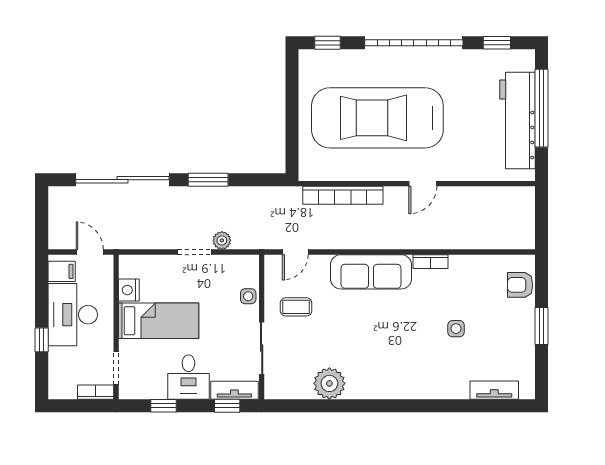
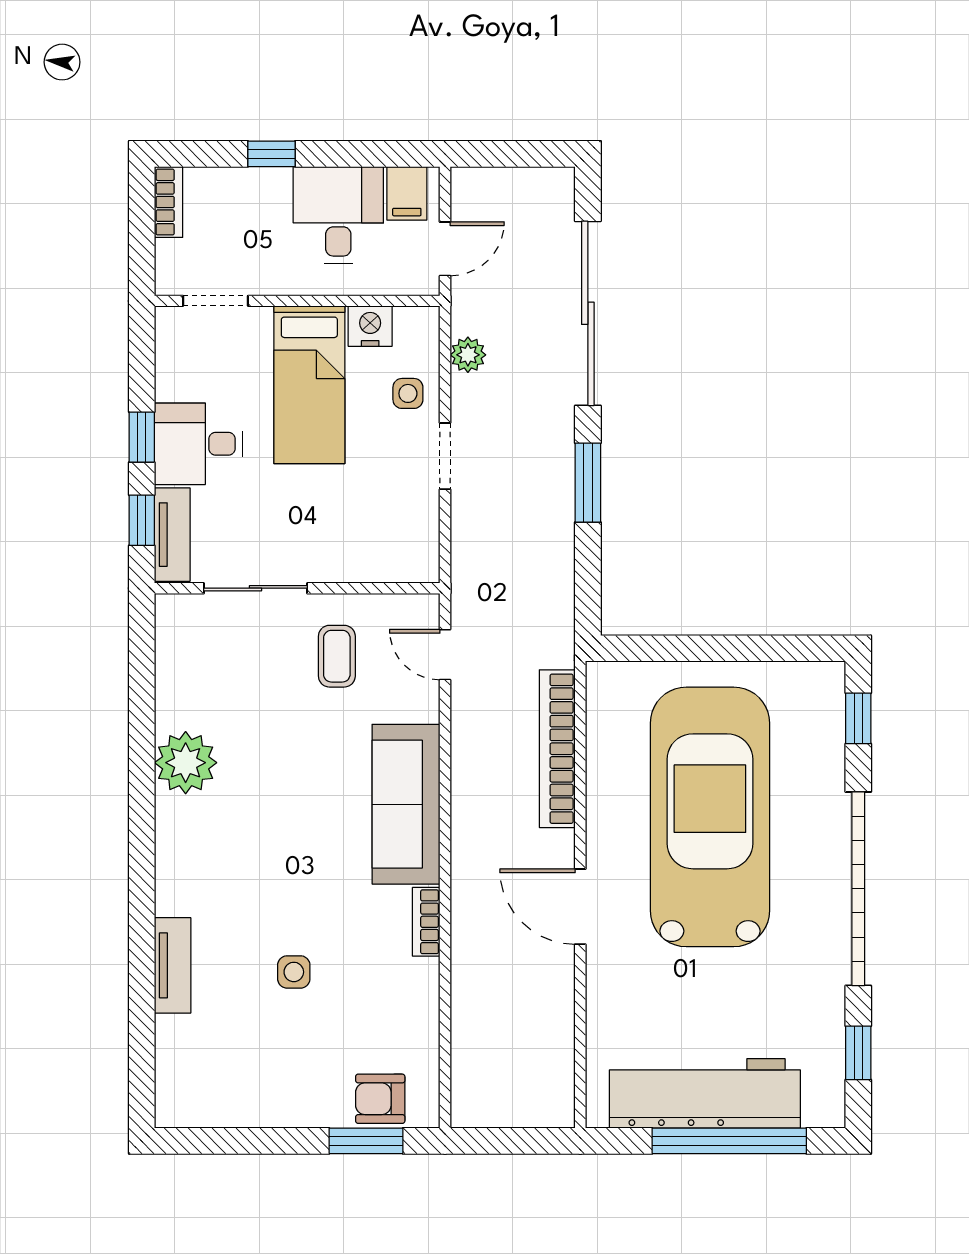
door: (423, 184) -> (580, 907), width x1.38
plant: (222, 240) -> (468, 355), moved
armchair: (520, 285) -> (380, 1099), turned -90
side table: (248, 296) -> (408, 393), moved
desk: (73, 315) -> (338, 215), width x0.73
window: (542, 326) -> (366, 1141), moved
plant: (329, 383) -> (186, 763), moved
tv unit: (494, 390) -> (173, 965), moved
bookcase: (96, 392) -> (169, 202), moved
window: (164, 406) -> (142, 437), moved

